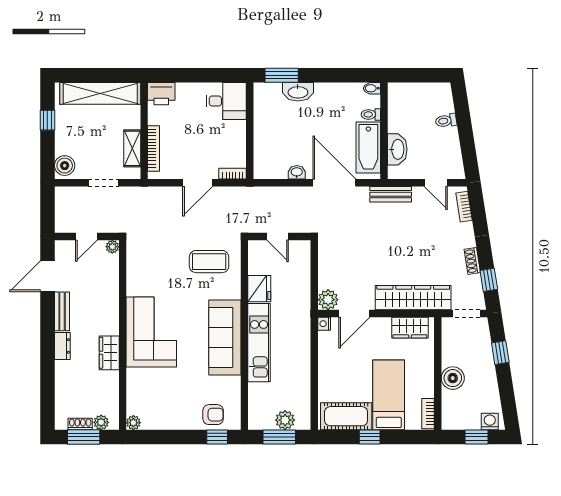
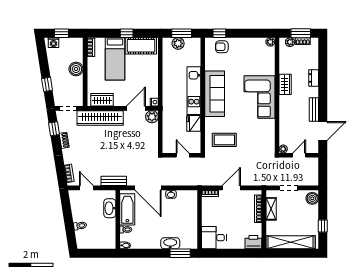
dresser: (62, 346) -> (314, 78), moved

